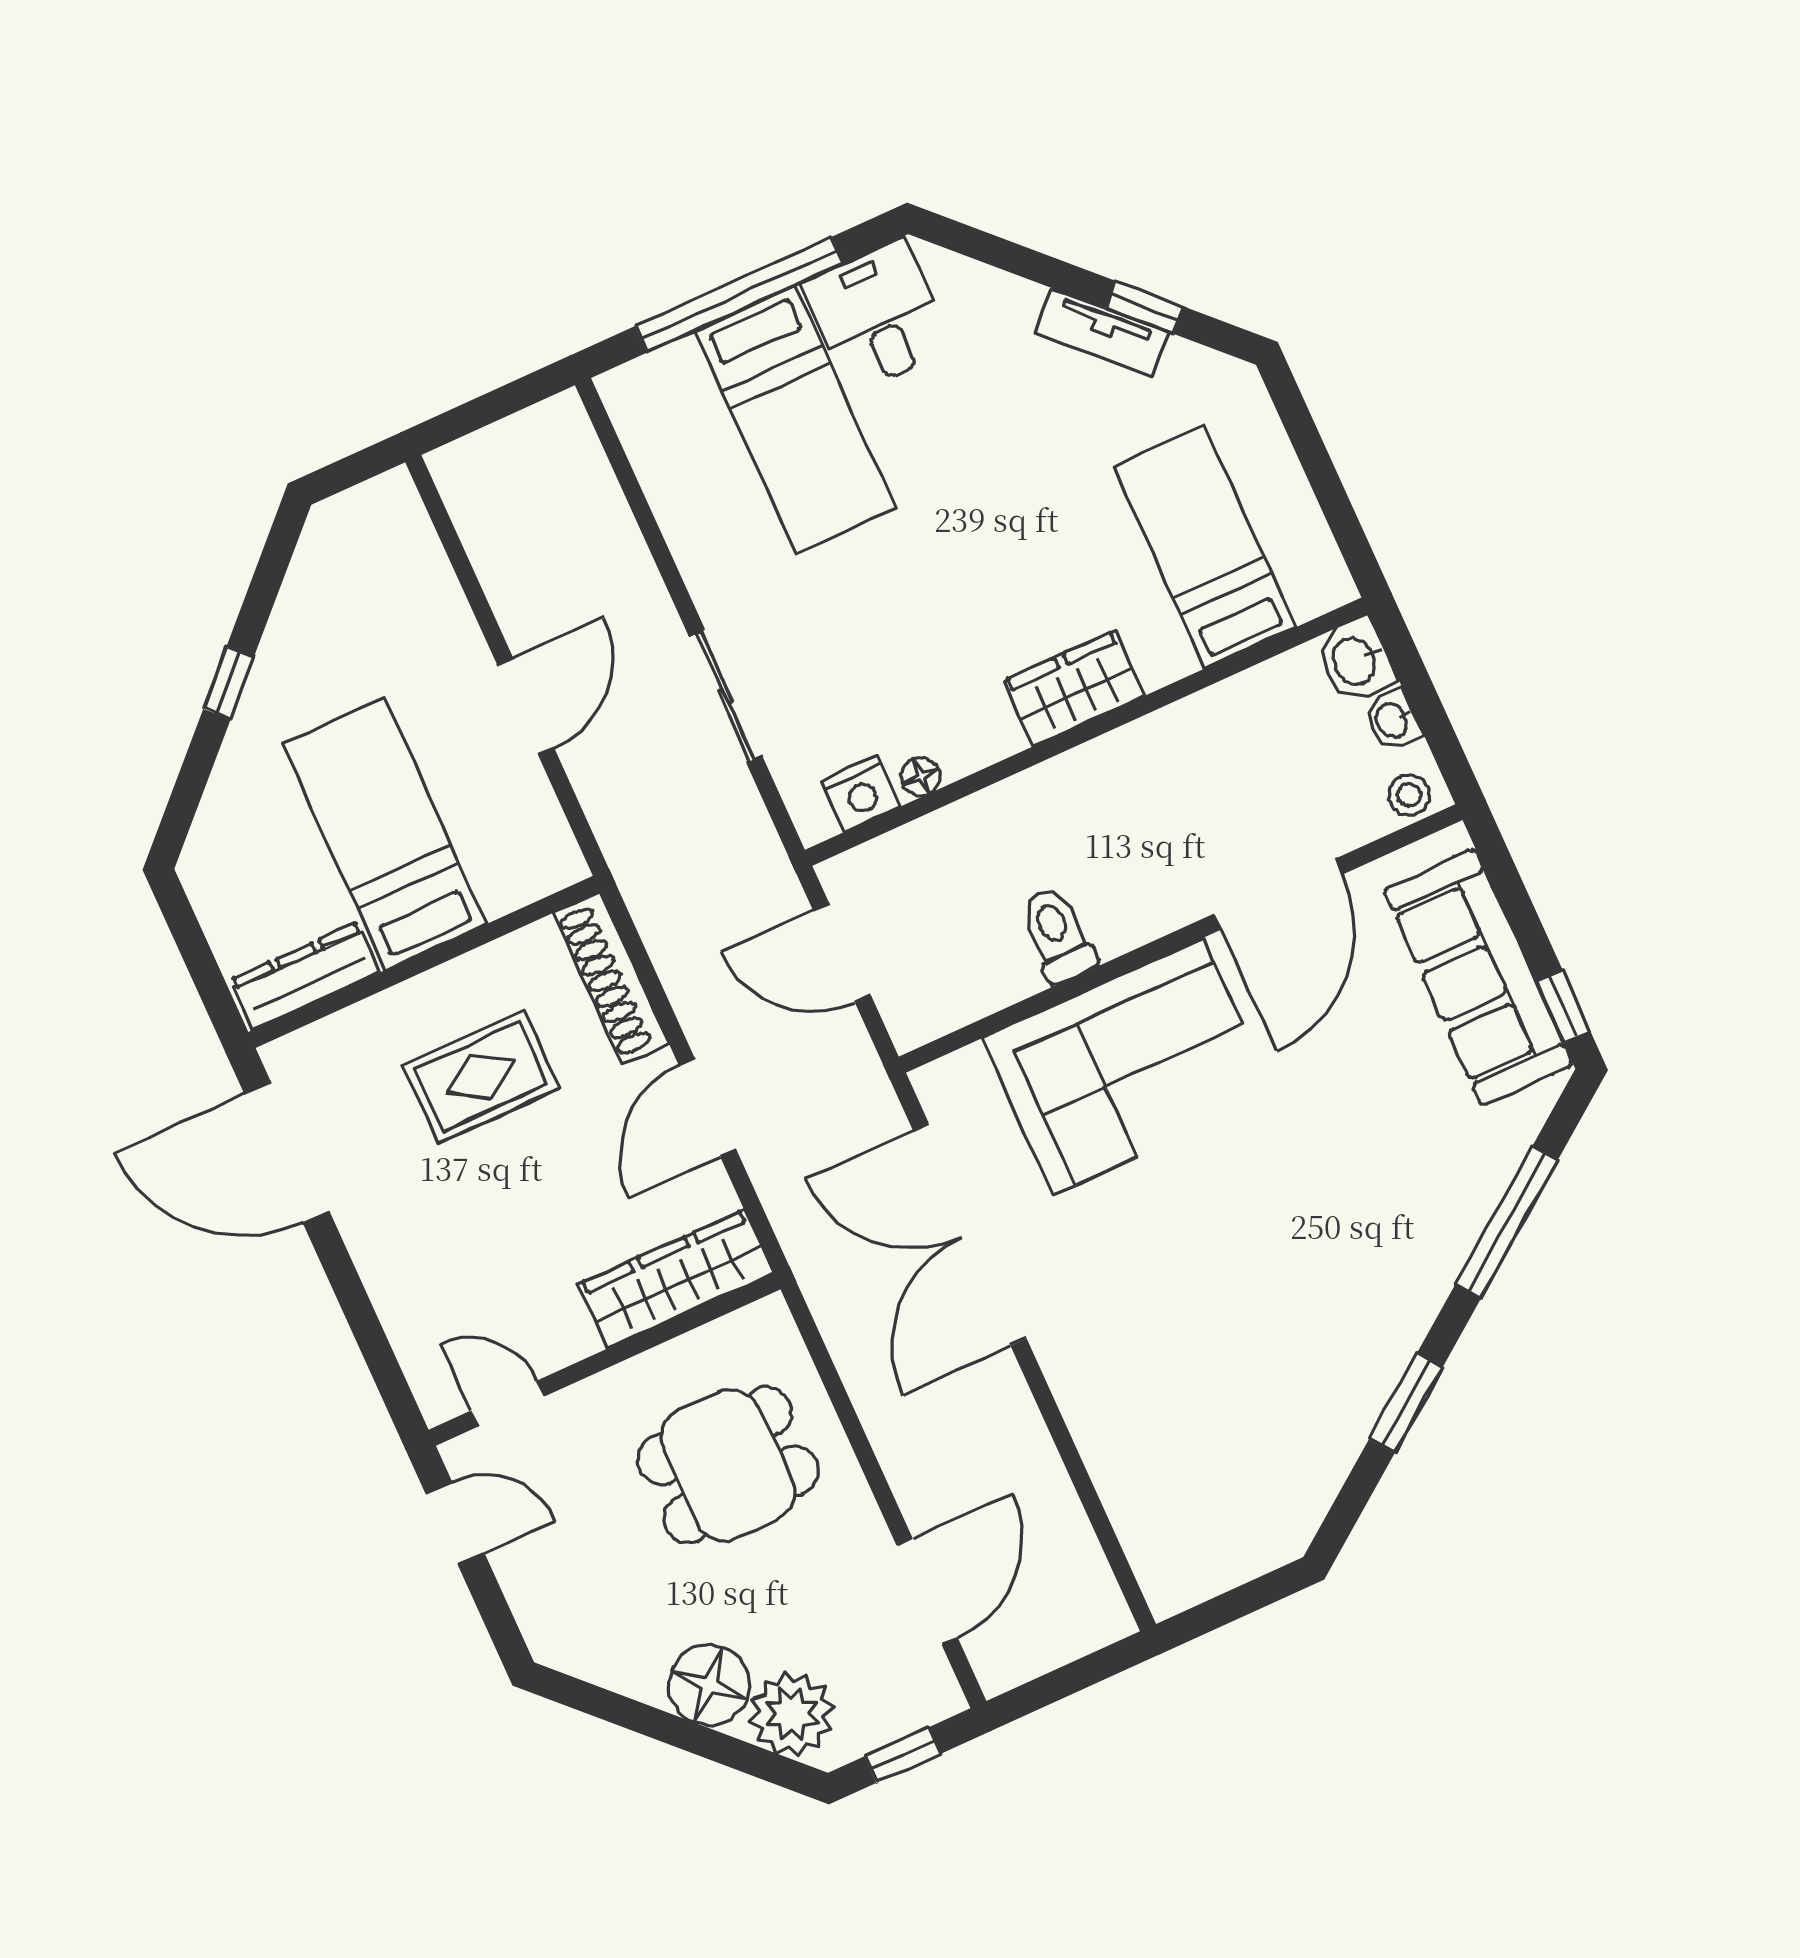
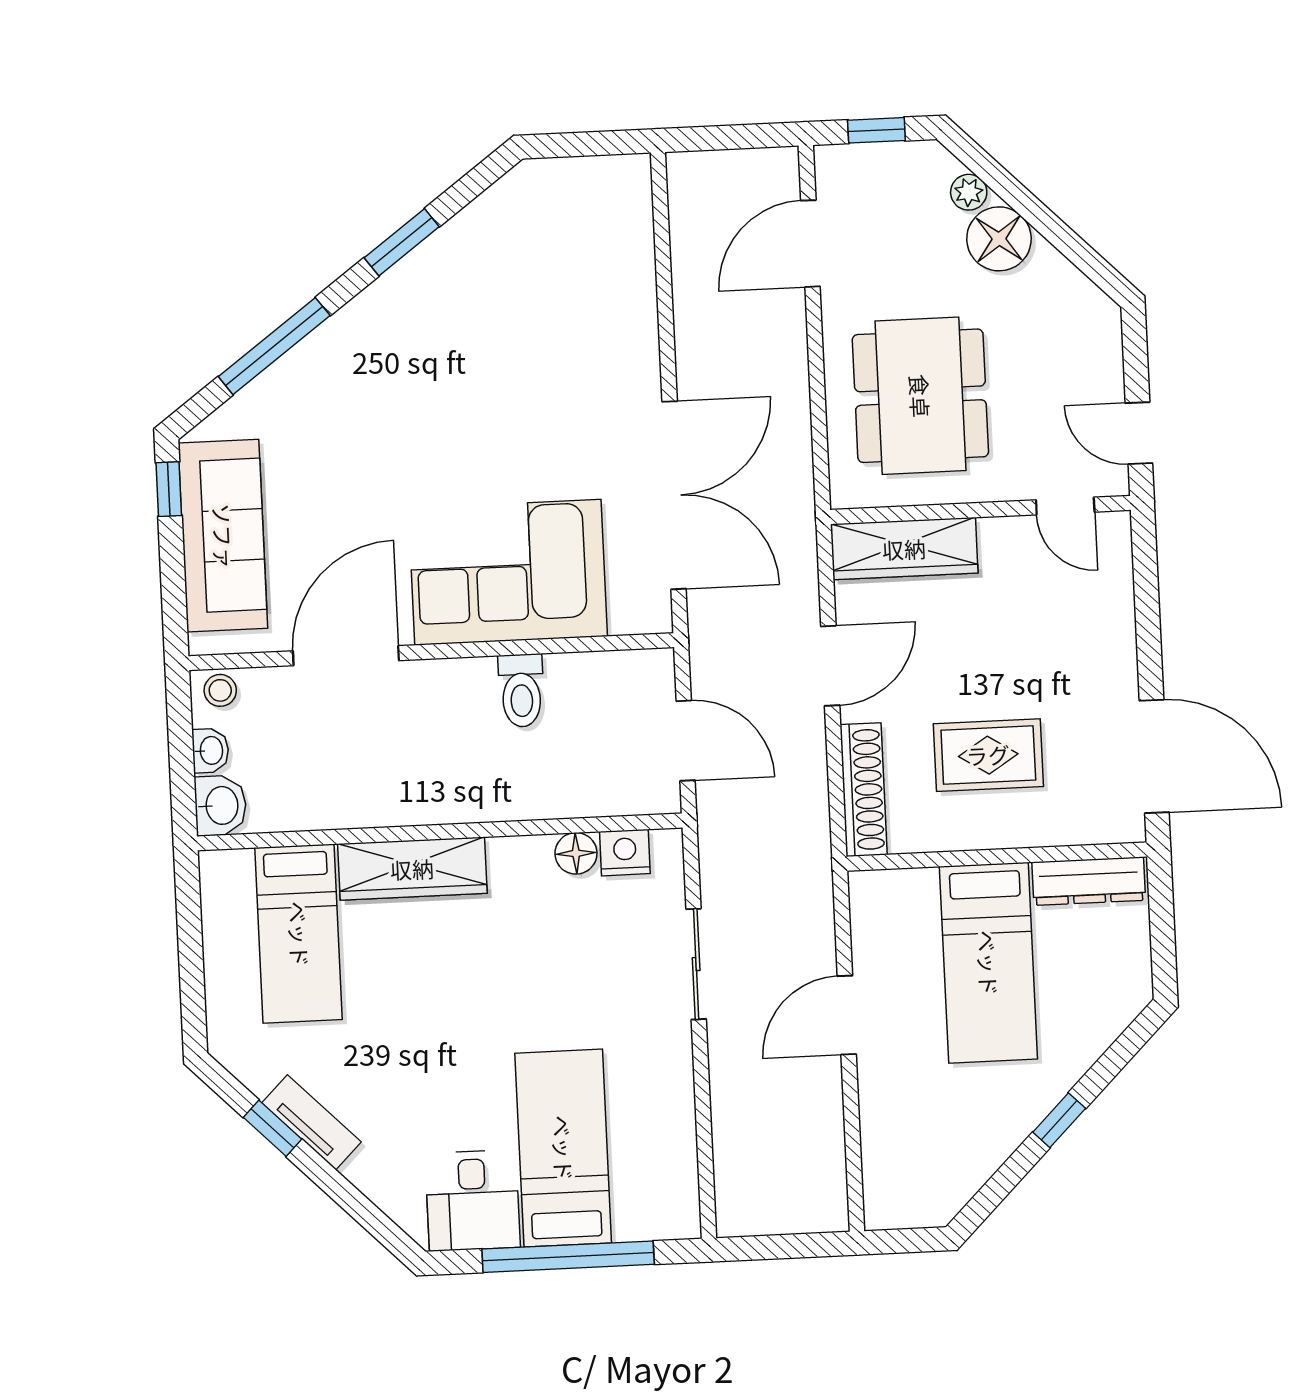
wardrobe: (1074, 689) -> (412, 869), width x1.50
floor lamp: (921, 776) -> (576, 853), width x1.37, depth x1.37
dining table: (728, 1465) -> (920, 396), width x1.38
plant: (792, 1714) -> (969, 192), width x0.53, depth x0.53

